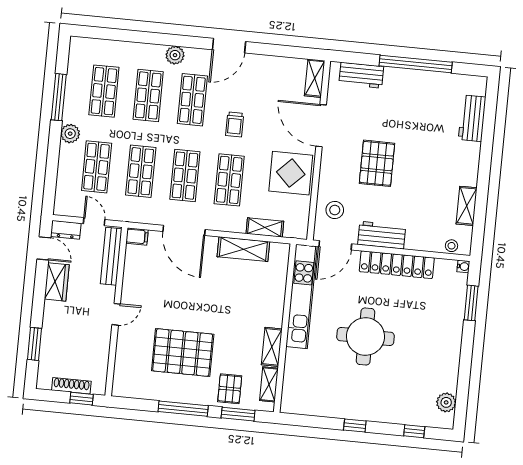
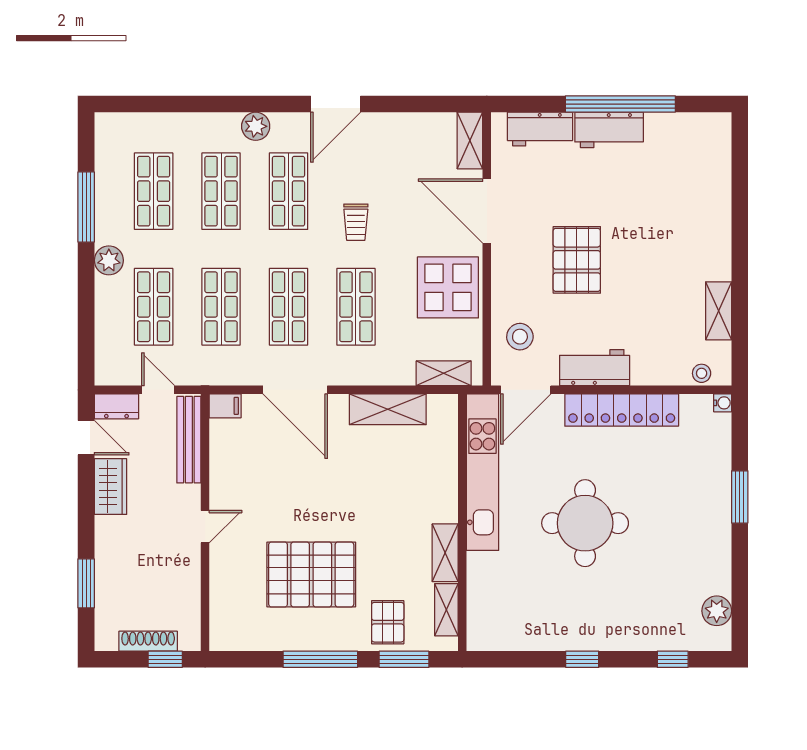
workbench: (472, 118) -> (609, 130), moved, turned -90
shelving: (265, 227) -> (444, 373), moved
window: (471, 303) -> (740, 497), moved

